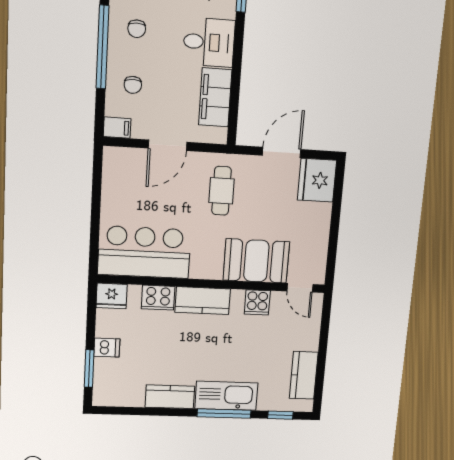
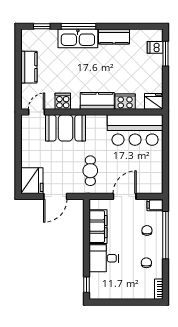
window: (102, 47) -> (166, 235), moved
door: (300, 288) -> (37, 112), hinge flipped
dishwasher: (107, 348) -> (155, 47), moved
kitchen counter: (304, 375) -> (29, 67), moved

